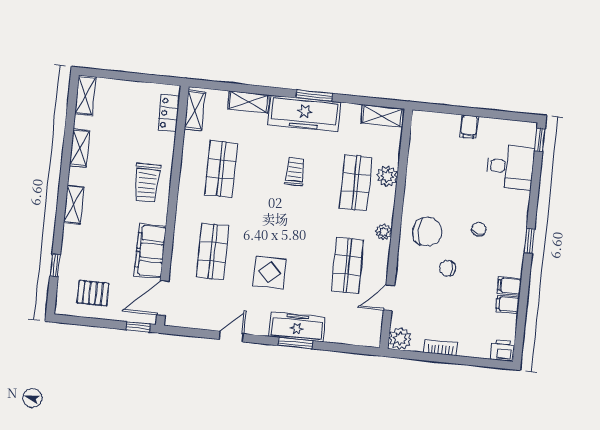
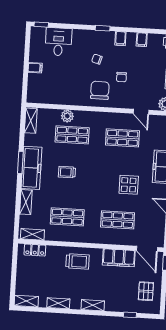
plant: (384, 232) -> (101, 117), removed
filing cabinet: (509, 286) -> (120, 39), moved

